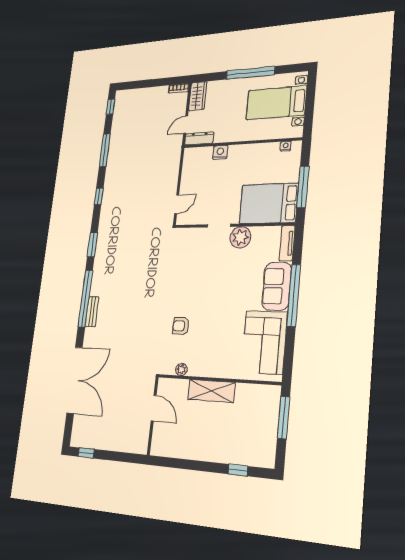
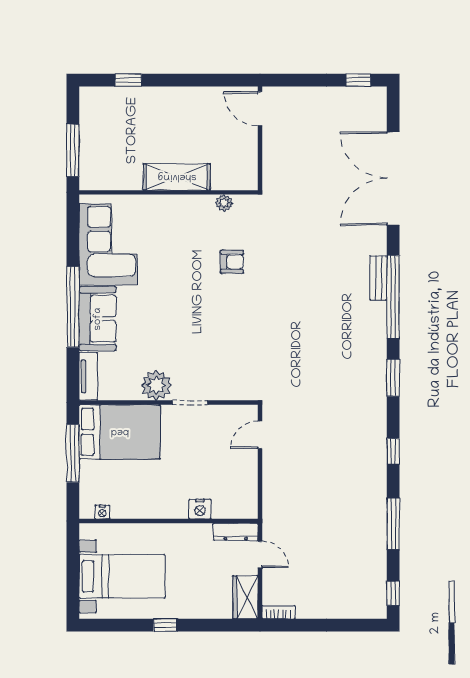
window: (250, 73) -> (165, 625), width x0.32
door: (186, 125) -> (260, 555), hinge flipped
door: (154, 408) -> (260, 109), moved

